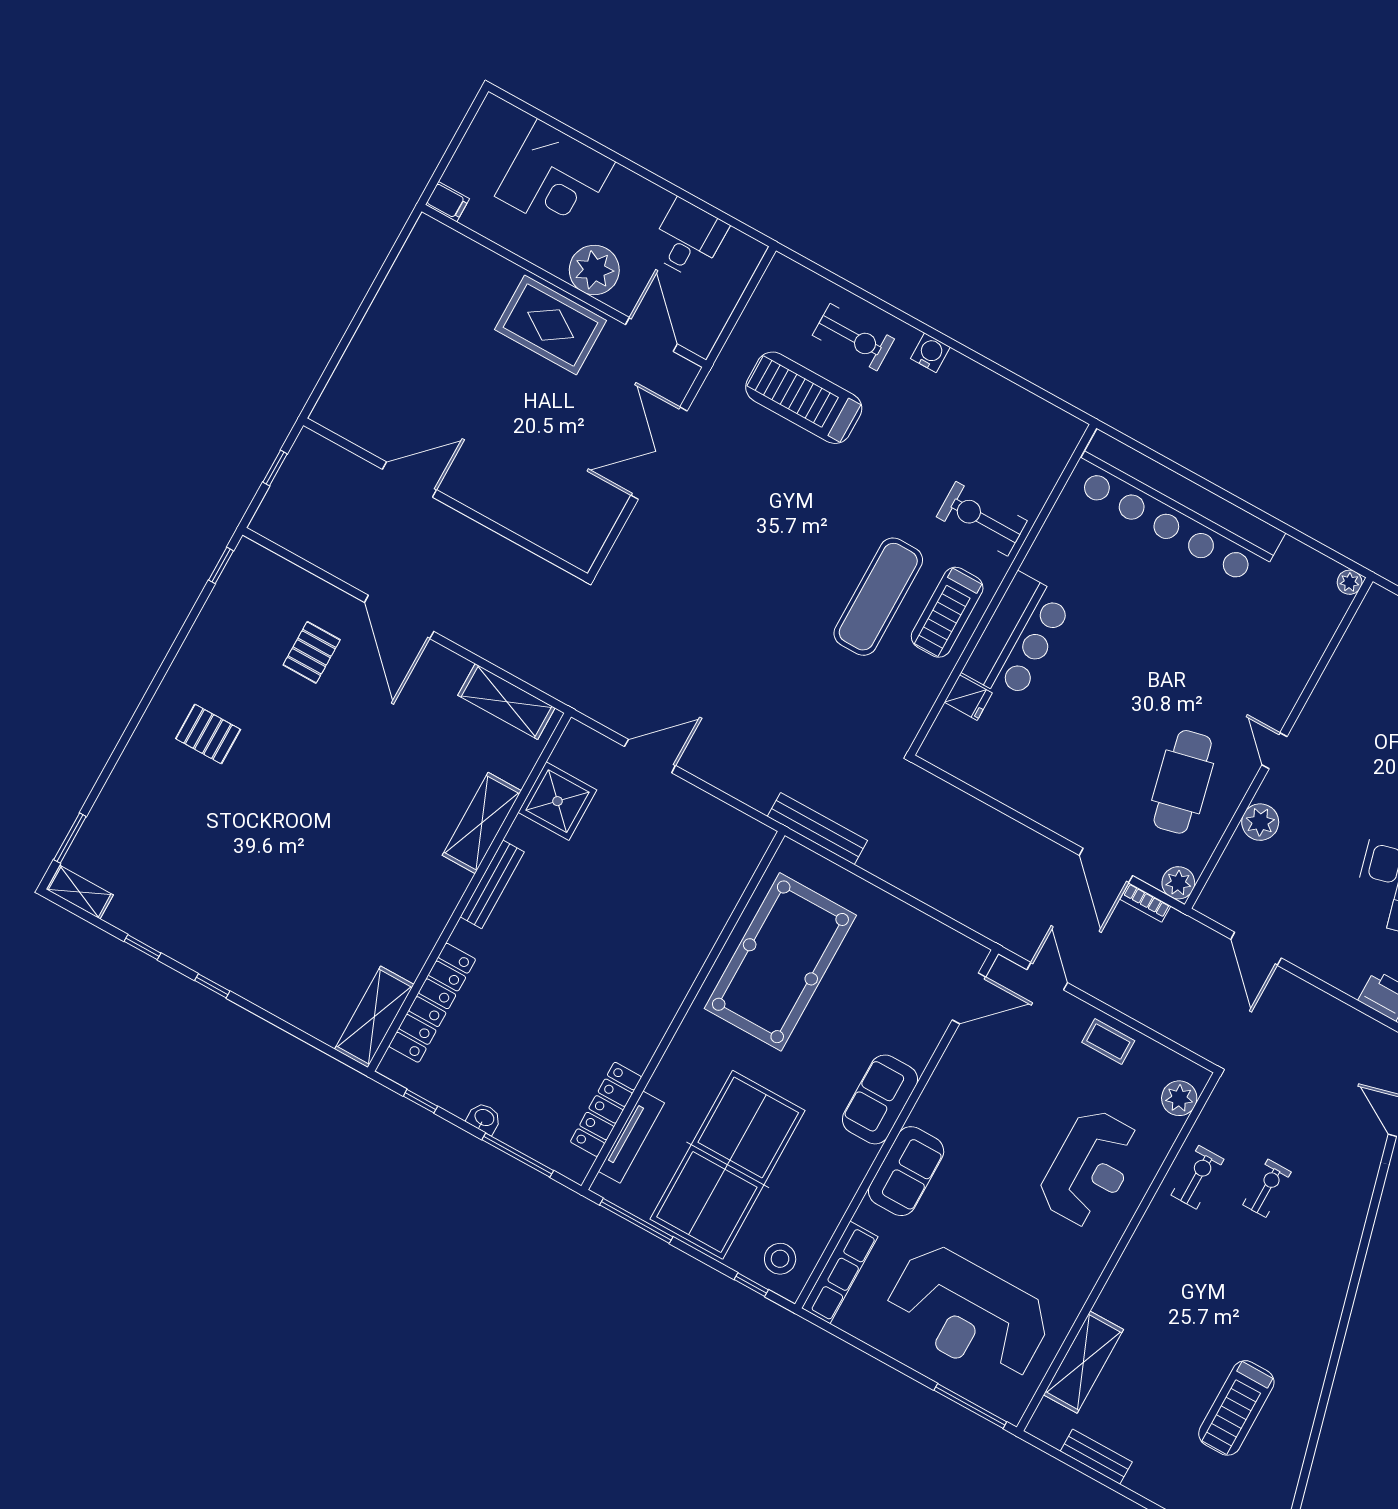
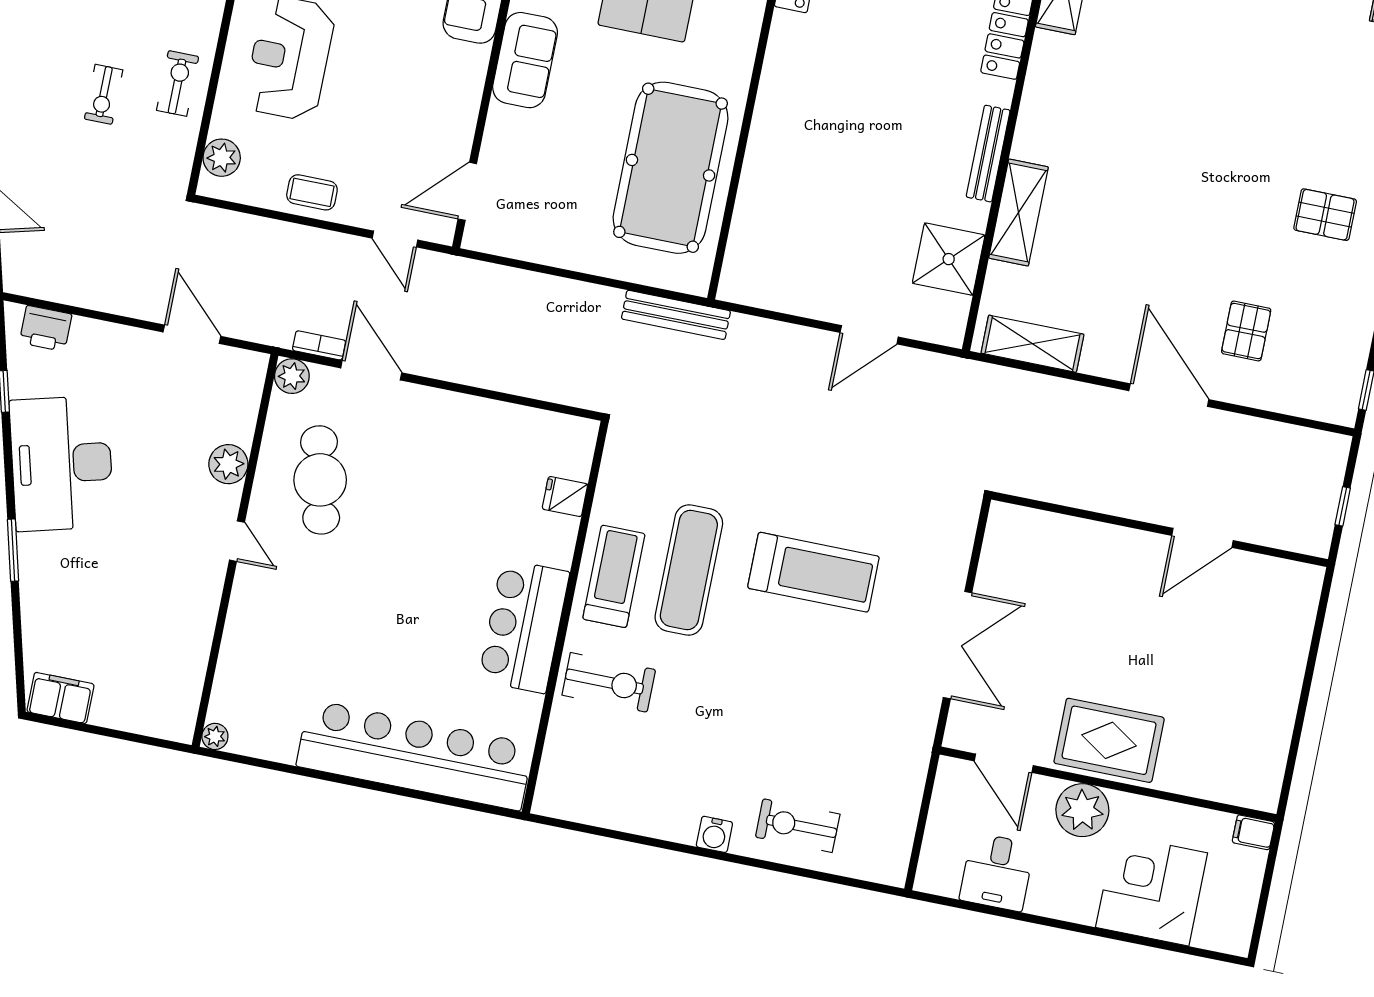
treadmill: (804, 398) -> (813, 572), moved
bar counter: (1018, 637) -> (524, 626), moved
exercise bike: (1198, 1177) -> (178, 83), turned 180

